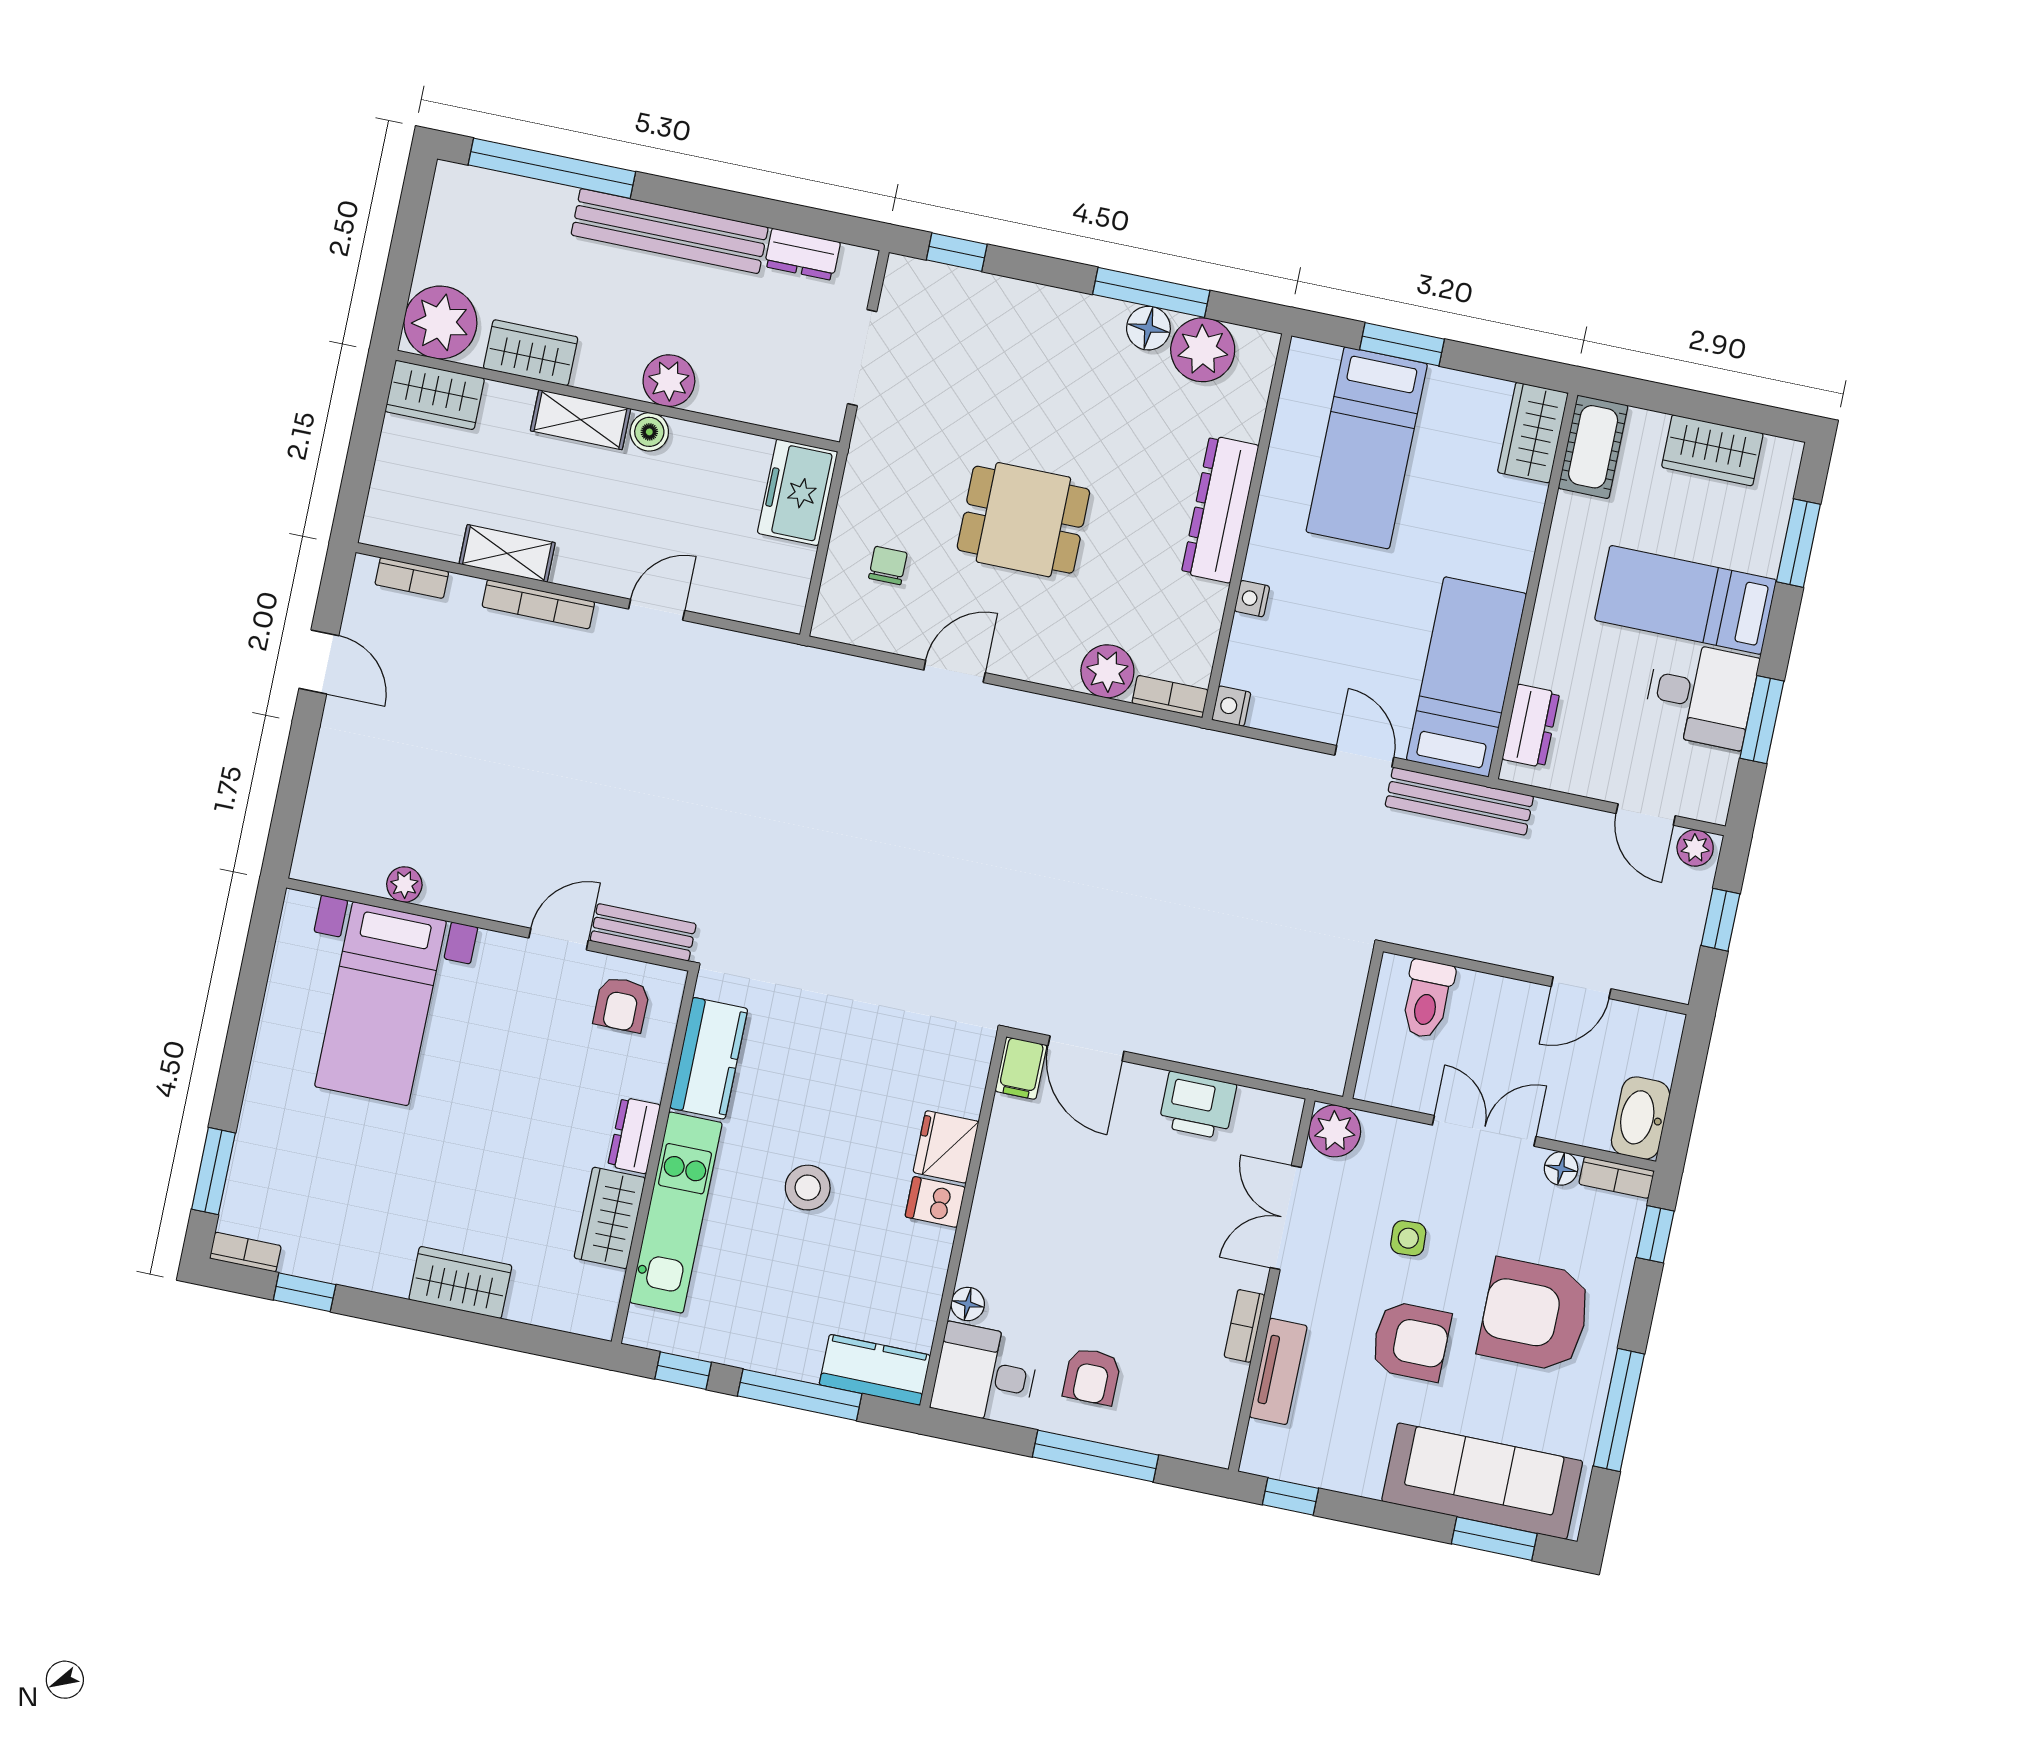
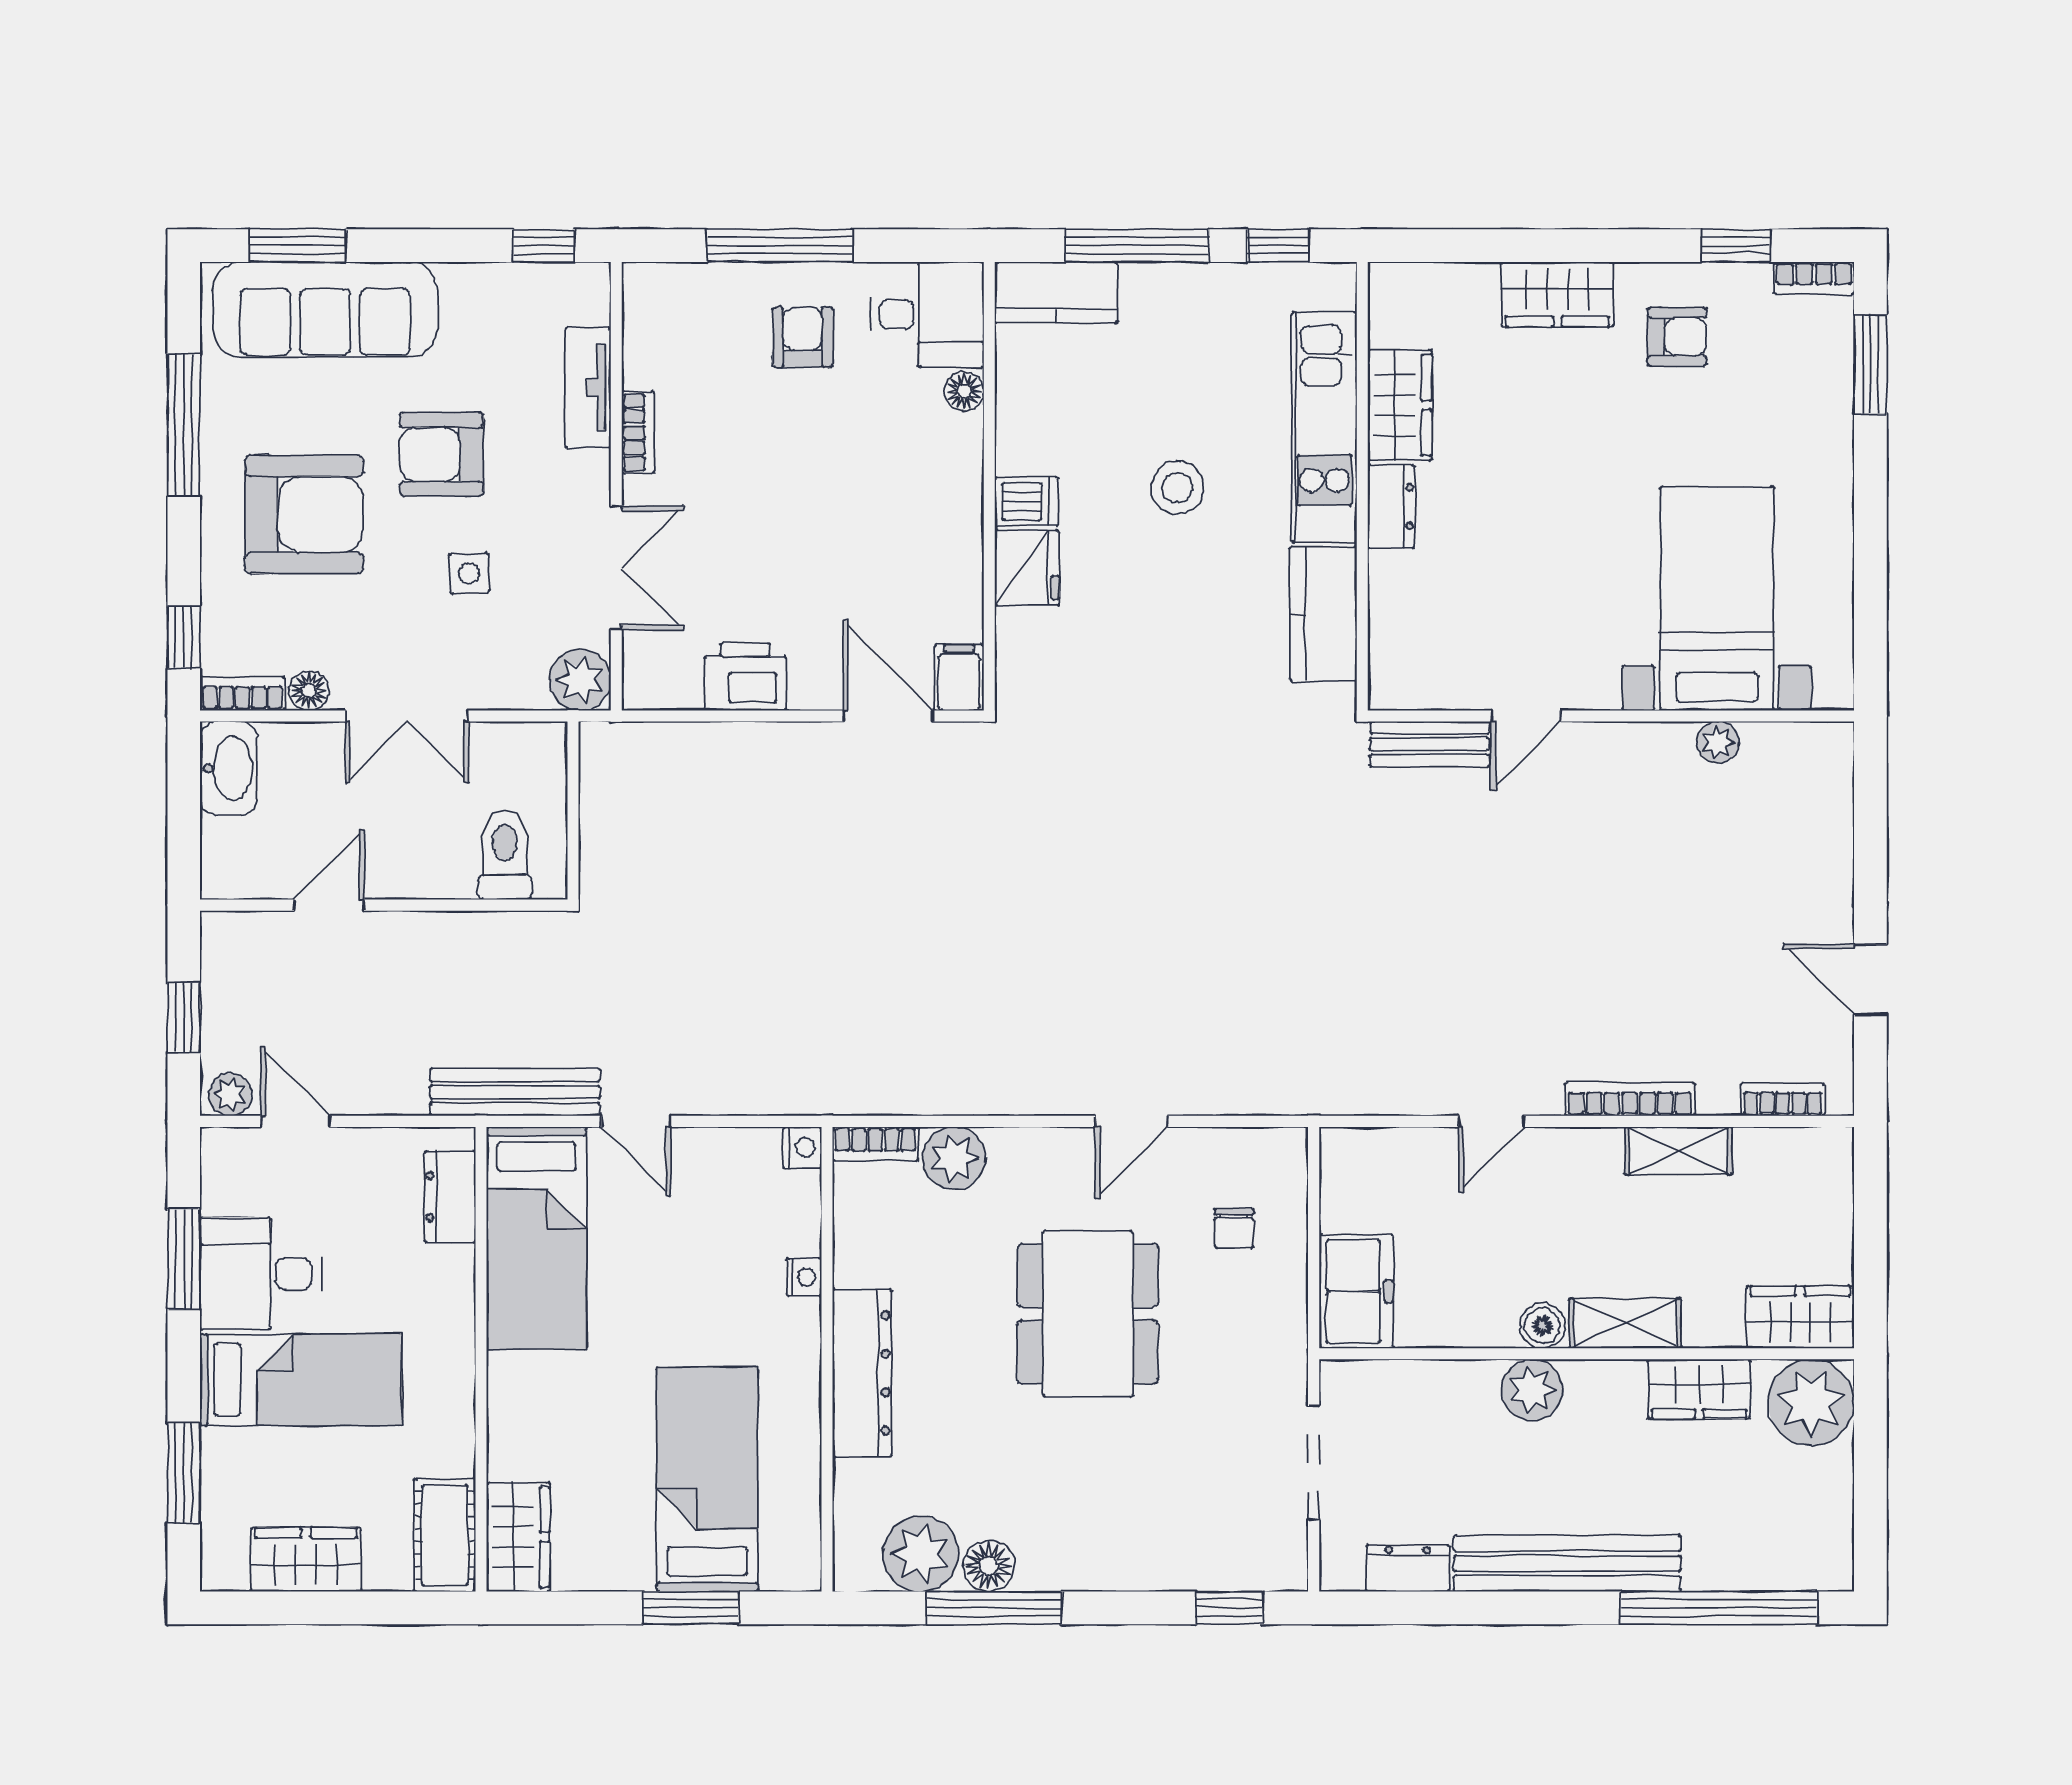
dining table: (1023, 520) -> (1088, 1314), width x1.38
armchair: (622, 1004) -> (1677, 337), moved, turned 90

